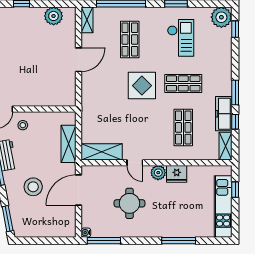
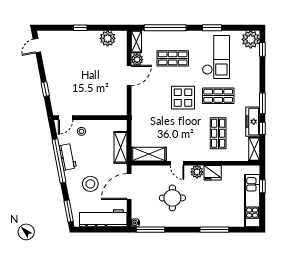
checkout: (181, 38) -> (216, 57), width x1.36, depth x1.21
shop shelf: (130, 39) -> (173, 58), turned 90
plant: (88, 41) -> (137, 60), added
workbench: (48, 227) -> (103, 218), added

